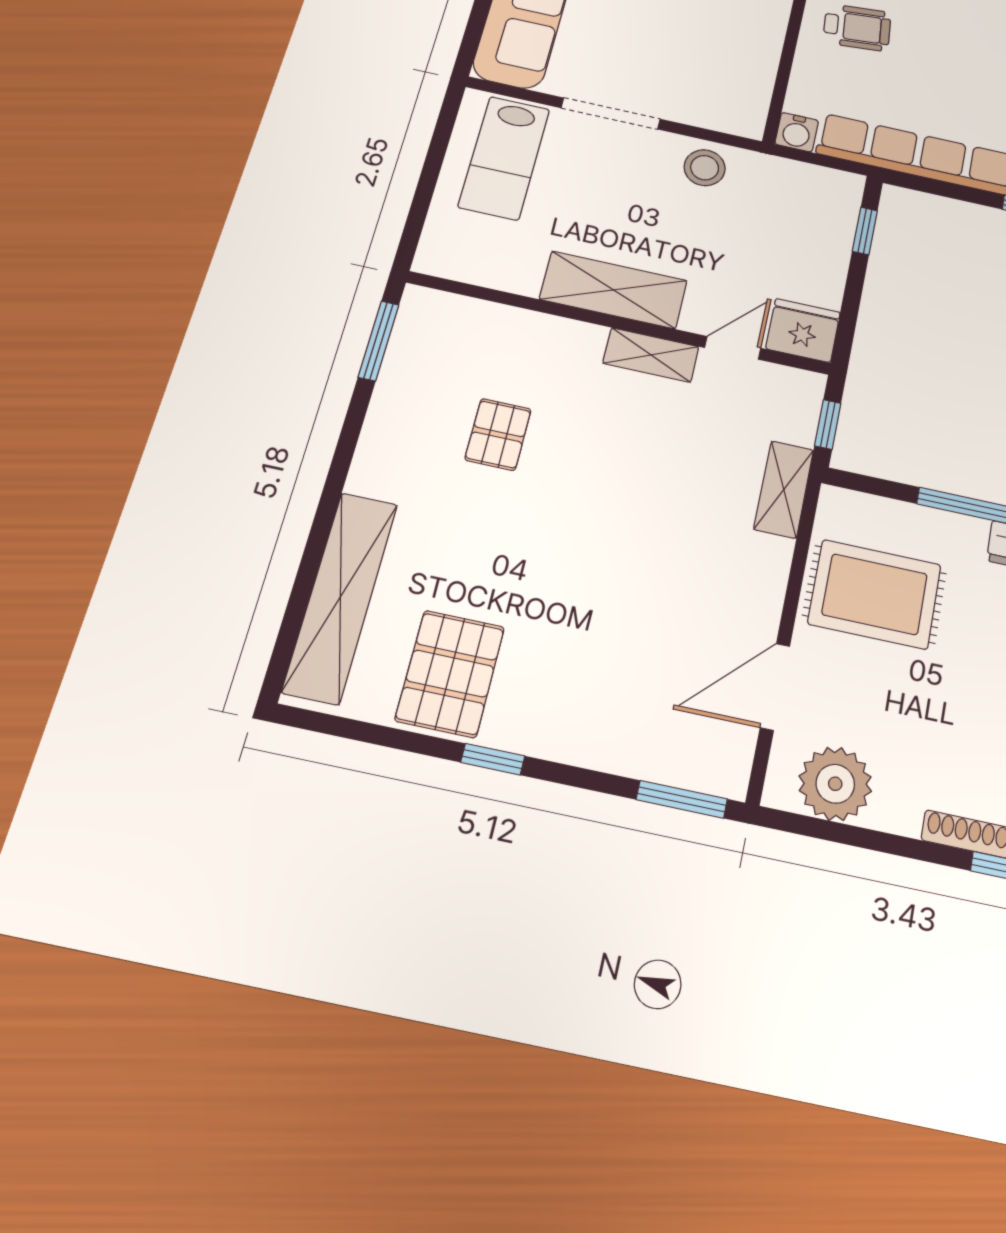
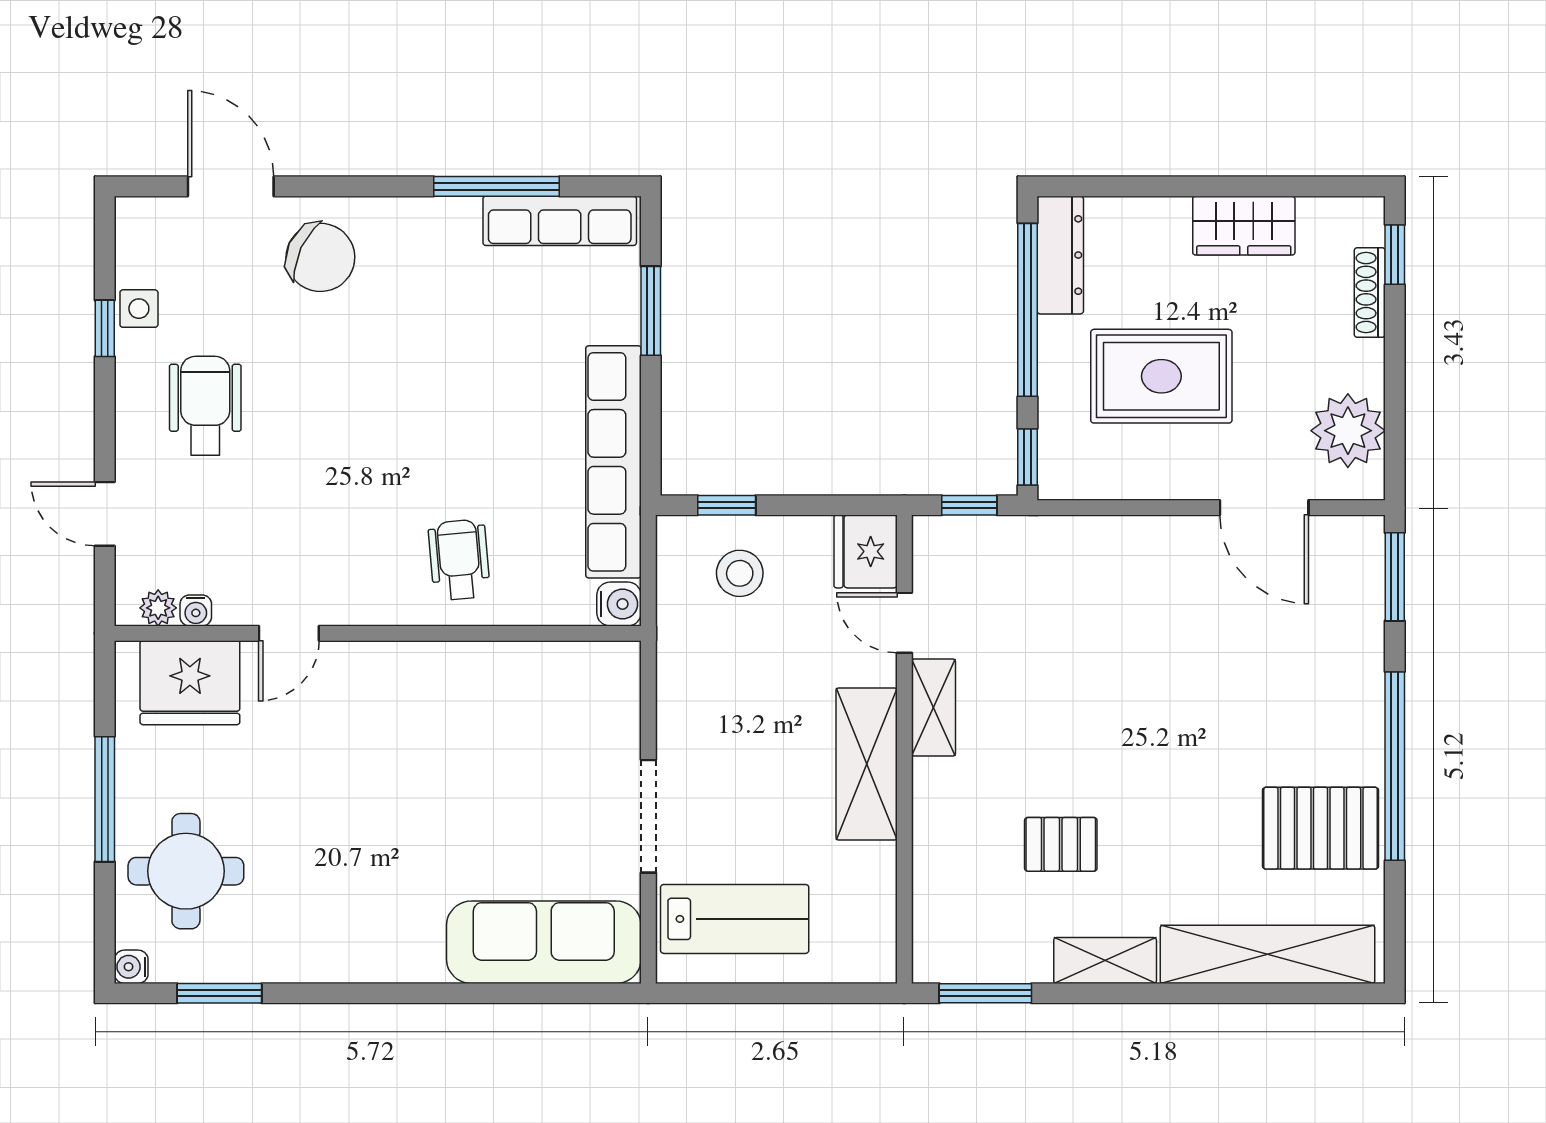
stool: (705, 168) -> (740, 573), moved
window: (863, 483) -> (1028, 457), added
shelving: (784, 489) -> (1105, 960), moved
rug: (875, 594) -> (1161, 376), moved, turned 90
window: (493, 759) -> (1395, 766), width x3.17

